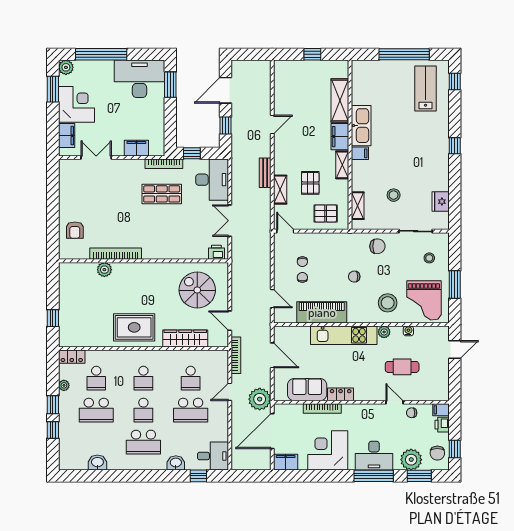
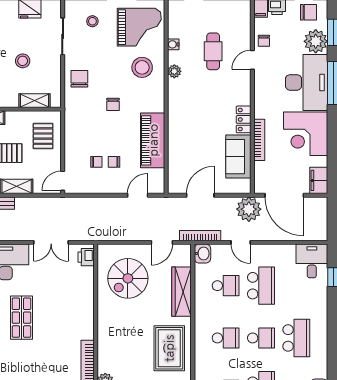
kitchen unit: (344, 335) -> (178, 116), removed
desk: (374, 456) -> (307, 82), width x1.36, depth x1.30
washbasin: (176, 463) -> (202, 253), moved, turned 180

